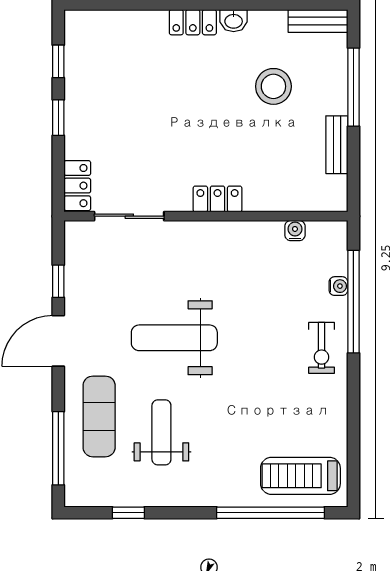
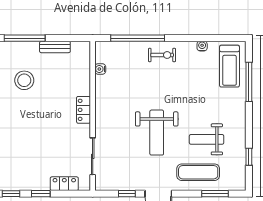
locker: (77, 186) -> (64, 184), moved
water cooler: (338, 286) -> (202, 46), moved
window: (58, 448) -> (215, 194), width x0.69
window: (271, 513) -> (249, 82), width x0.68

